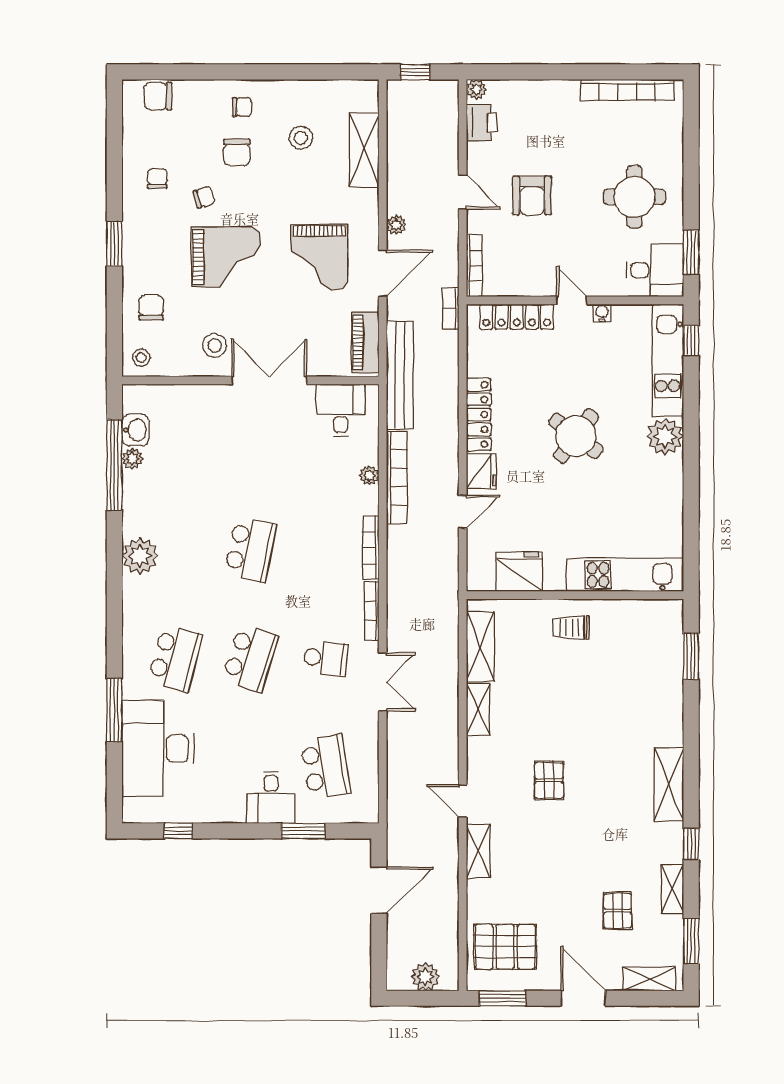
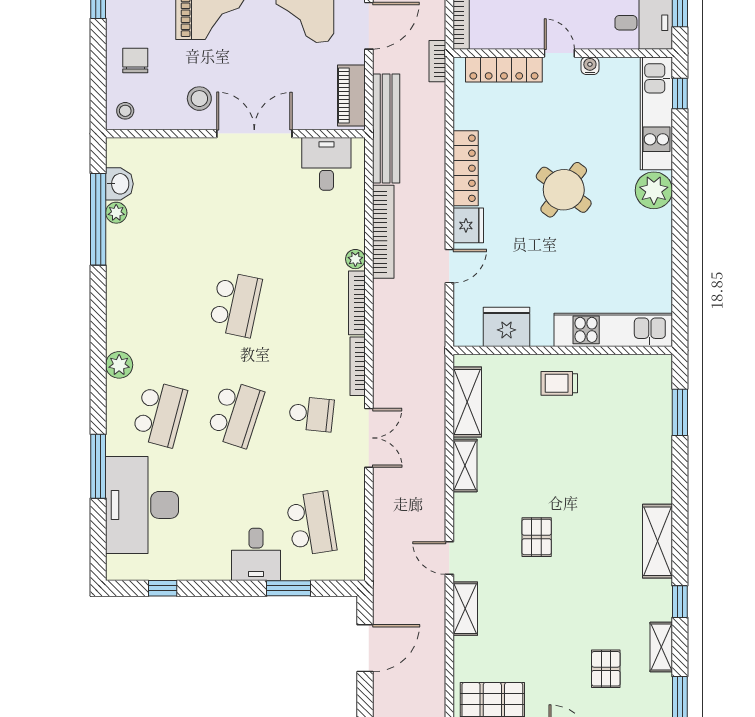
plant: (369, 475) -> (355, 259), moved
plant: (140, 556) -> (119, 365), moved, width x0.73, depth x0.73

